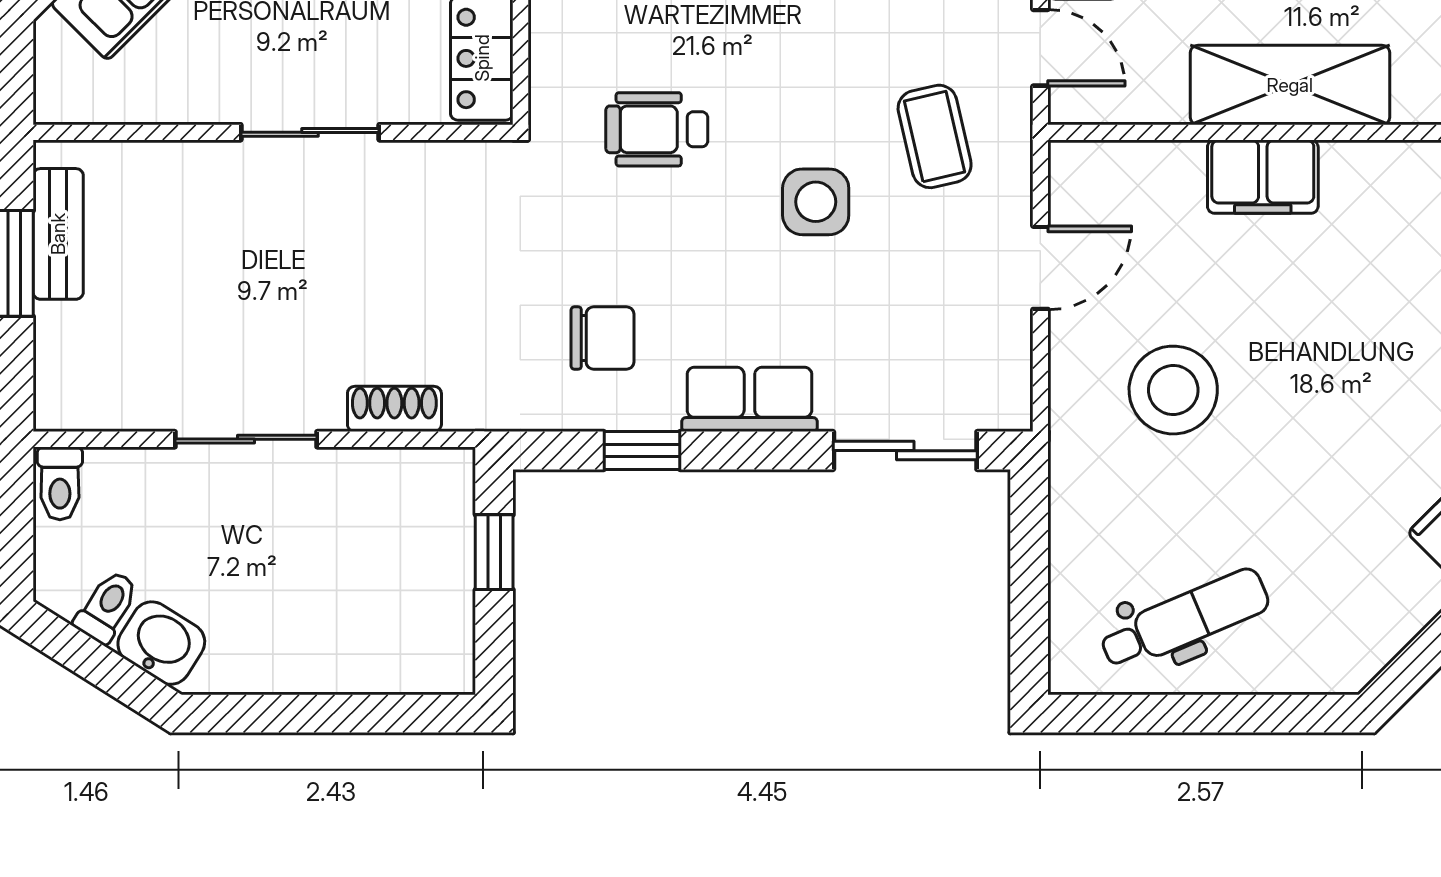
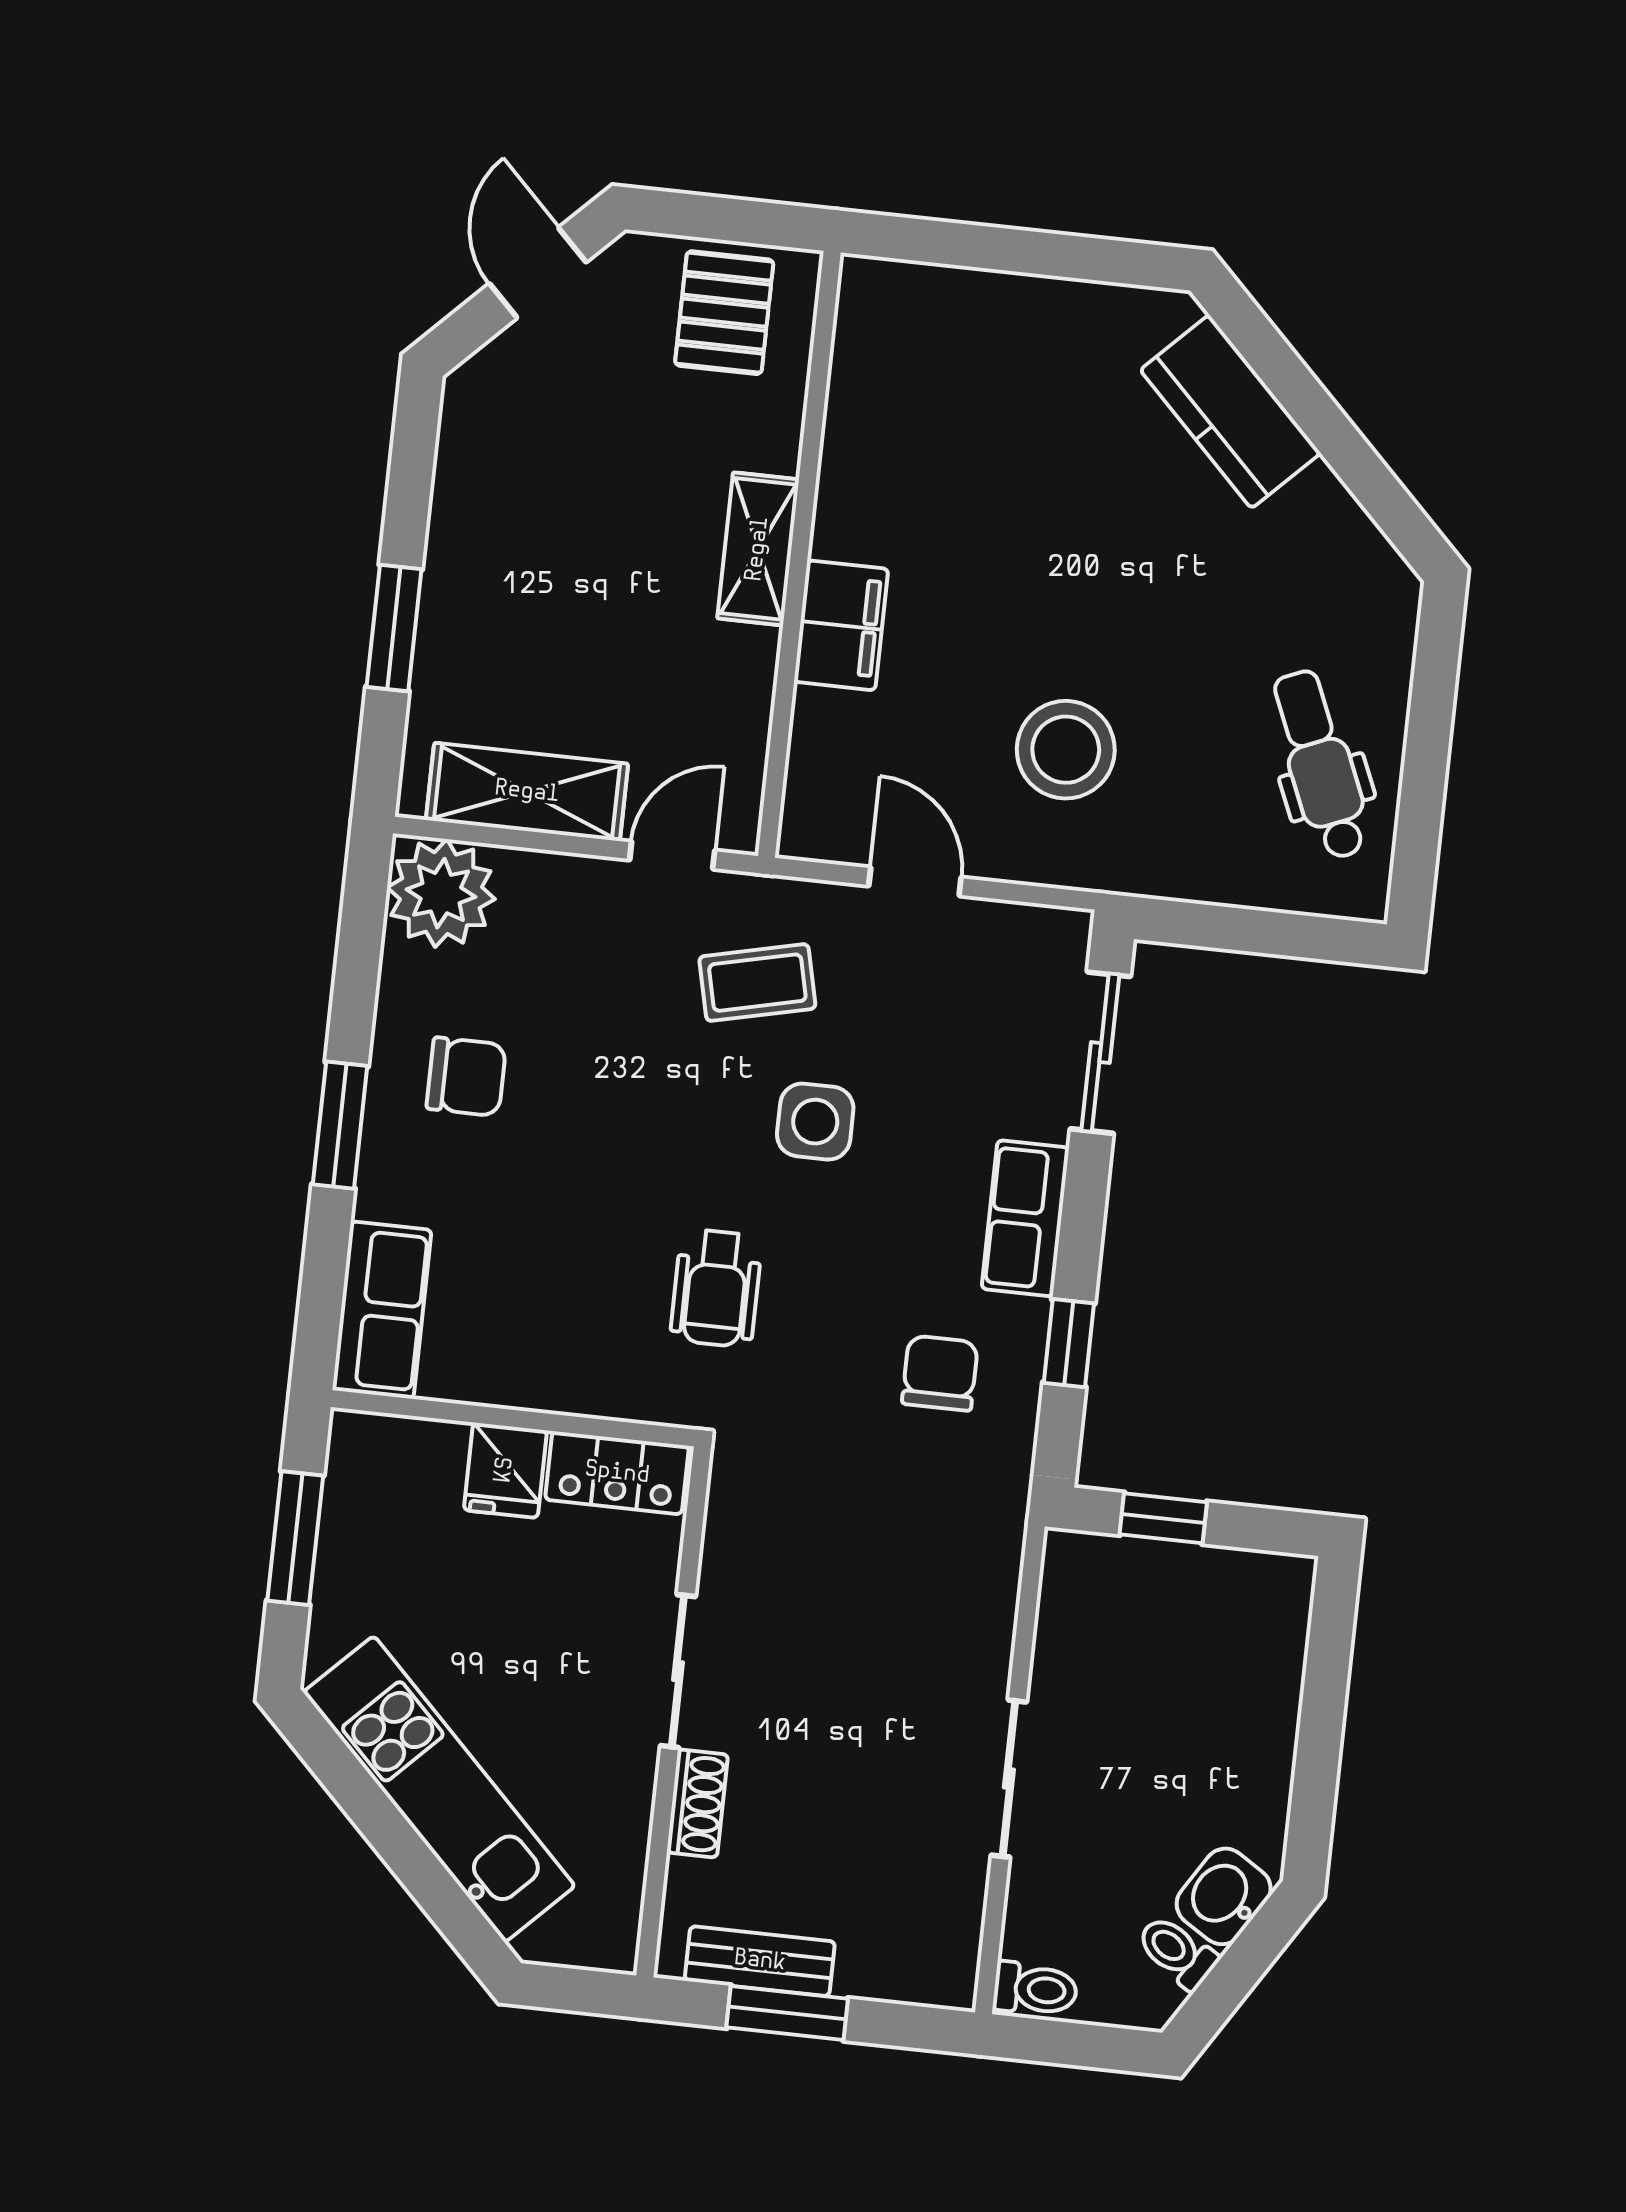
shelving: (1290, 85) -> (758, 549), width x0.67, depth x0.75
shoe rack: (394, 409) -> (697, 1803), moved, turned 180

